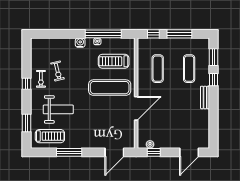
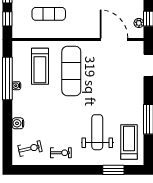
water cooler: (80, 43) -> (18, 123), moved
exercise bike: (58, 71) -> (30, 148), moved
window: (27, 84) -> (67, 170), removed
door: (136, 108) -> (114, 39), moved

